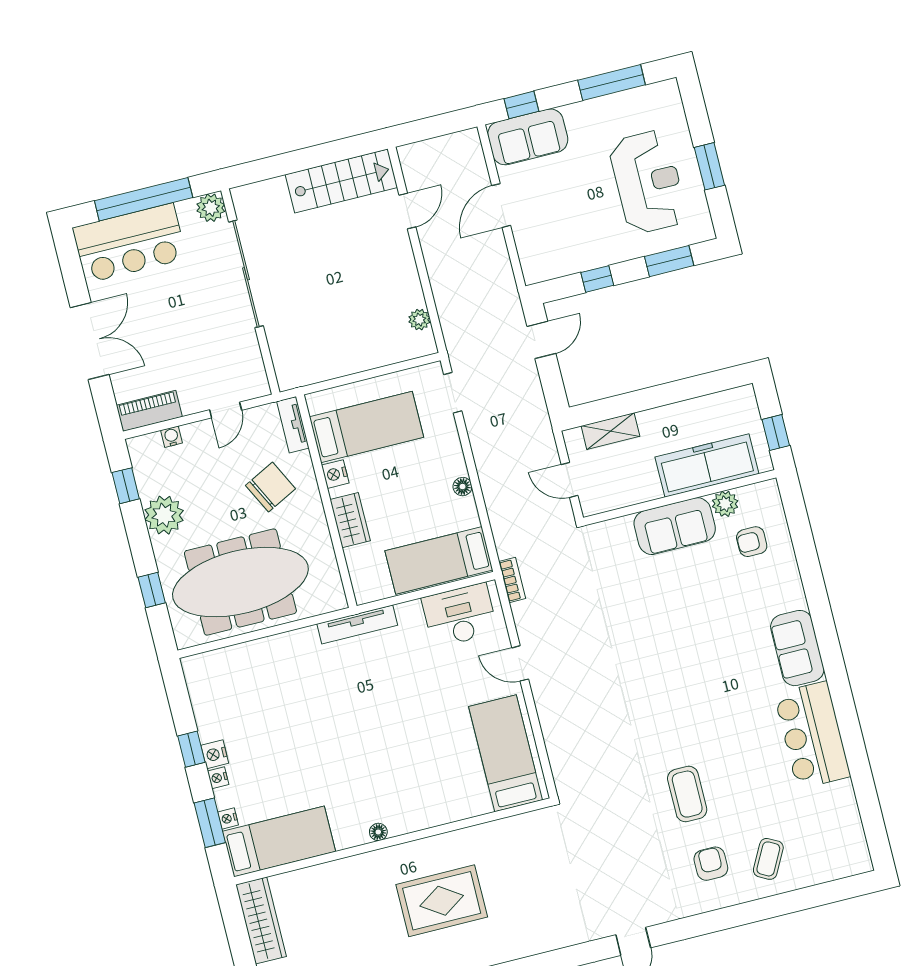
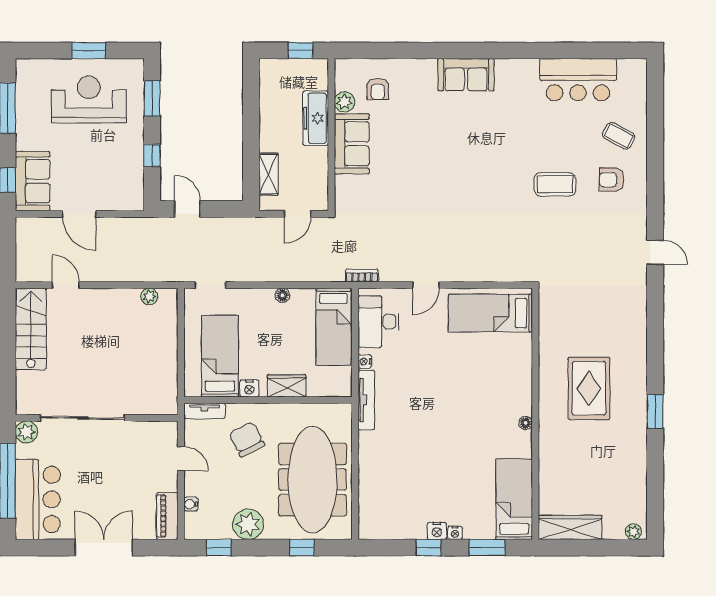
freezer: (707, 465) -> (316, 118), width x0.73, depth x0.79
bar counter: (812, 735) -> (578, 80), moved
nightstand: (228, 818) -> (365, 361), moved, turned 90

